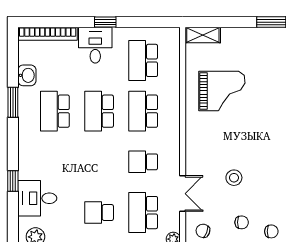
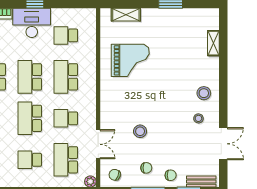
shelving: (203, 35) -> (126, 15), moved
desk: (95, 45) -> (32, 23), width x1.37
school desk: (143, 60) -> (66, 35), width x0.54
school desk: (99, 162) -> (30, 118), added

